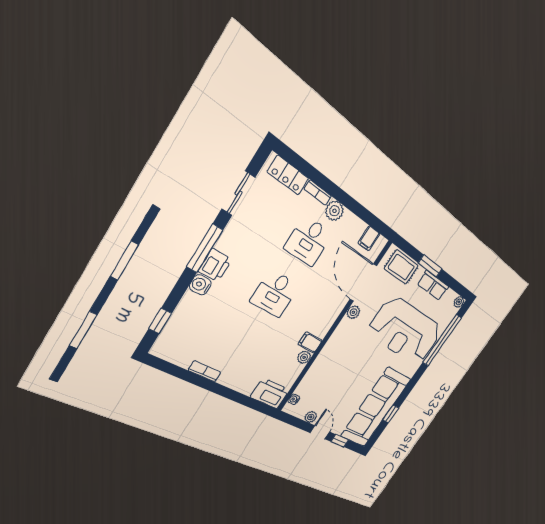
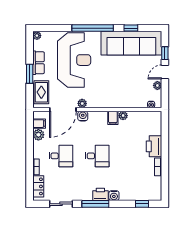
plant: (334, 211) -> (38, 135), moved
water cooler: (338, 304) -> (83, 116), added
window: (442, 340) -> (93, 28), moved
printer: (270, 393) -> (154, 146), moved

